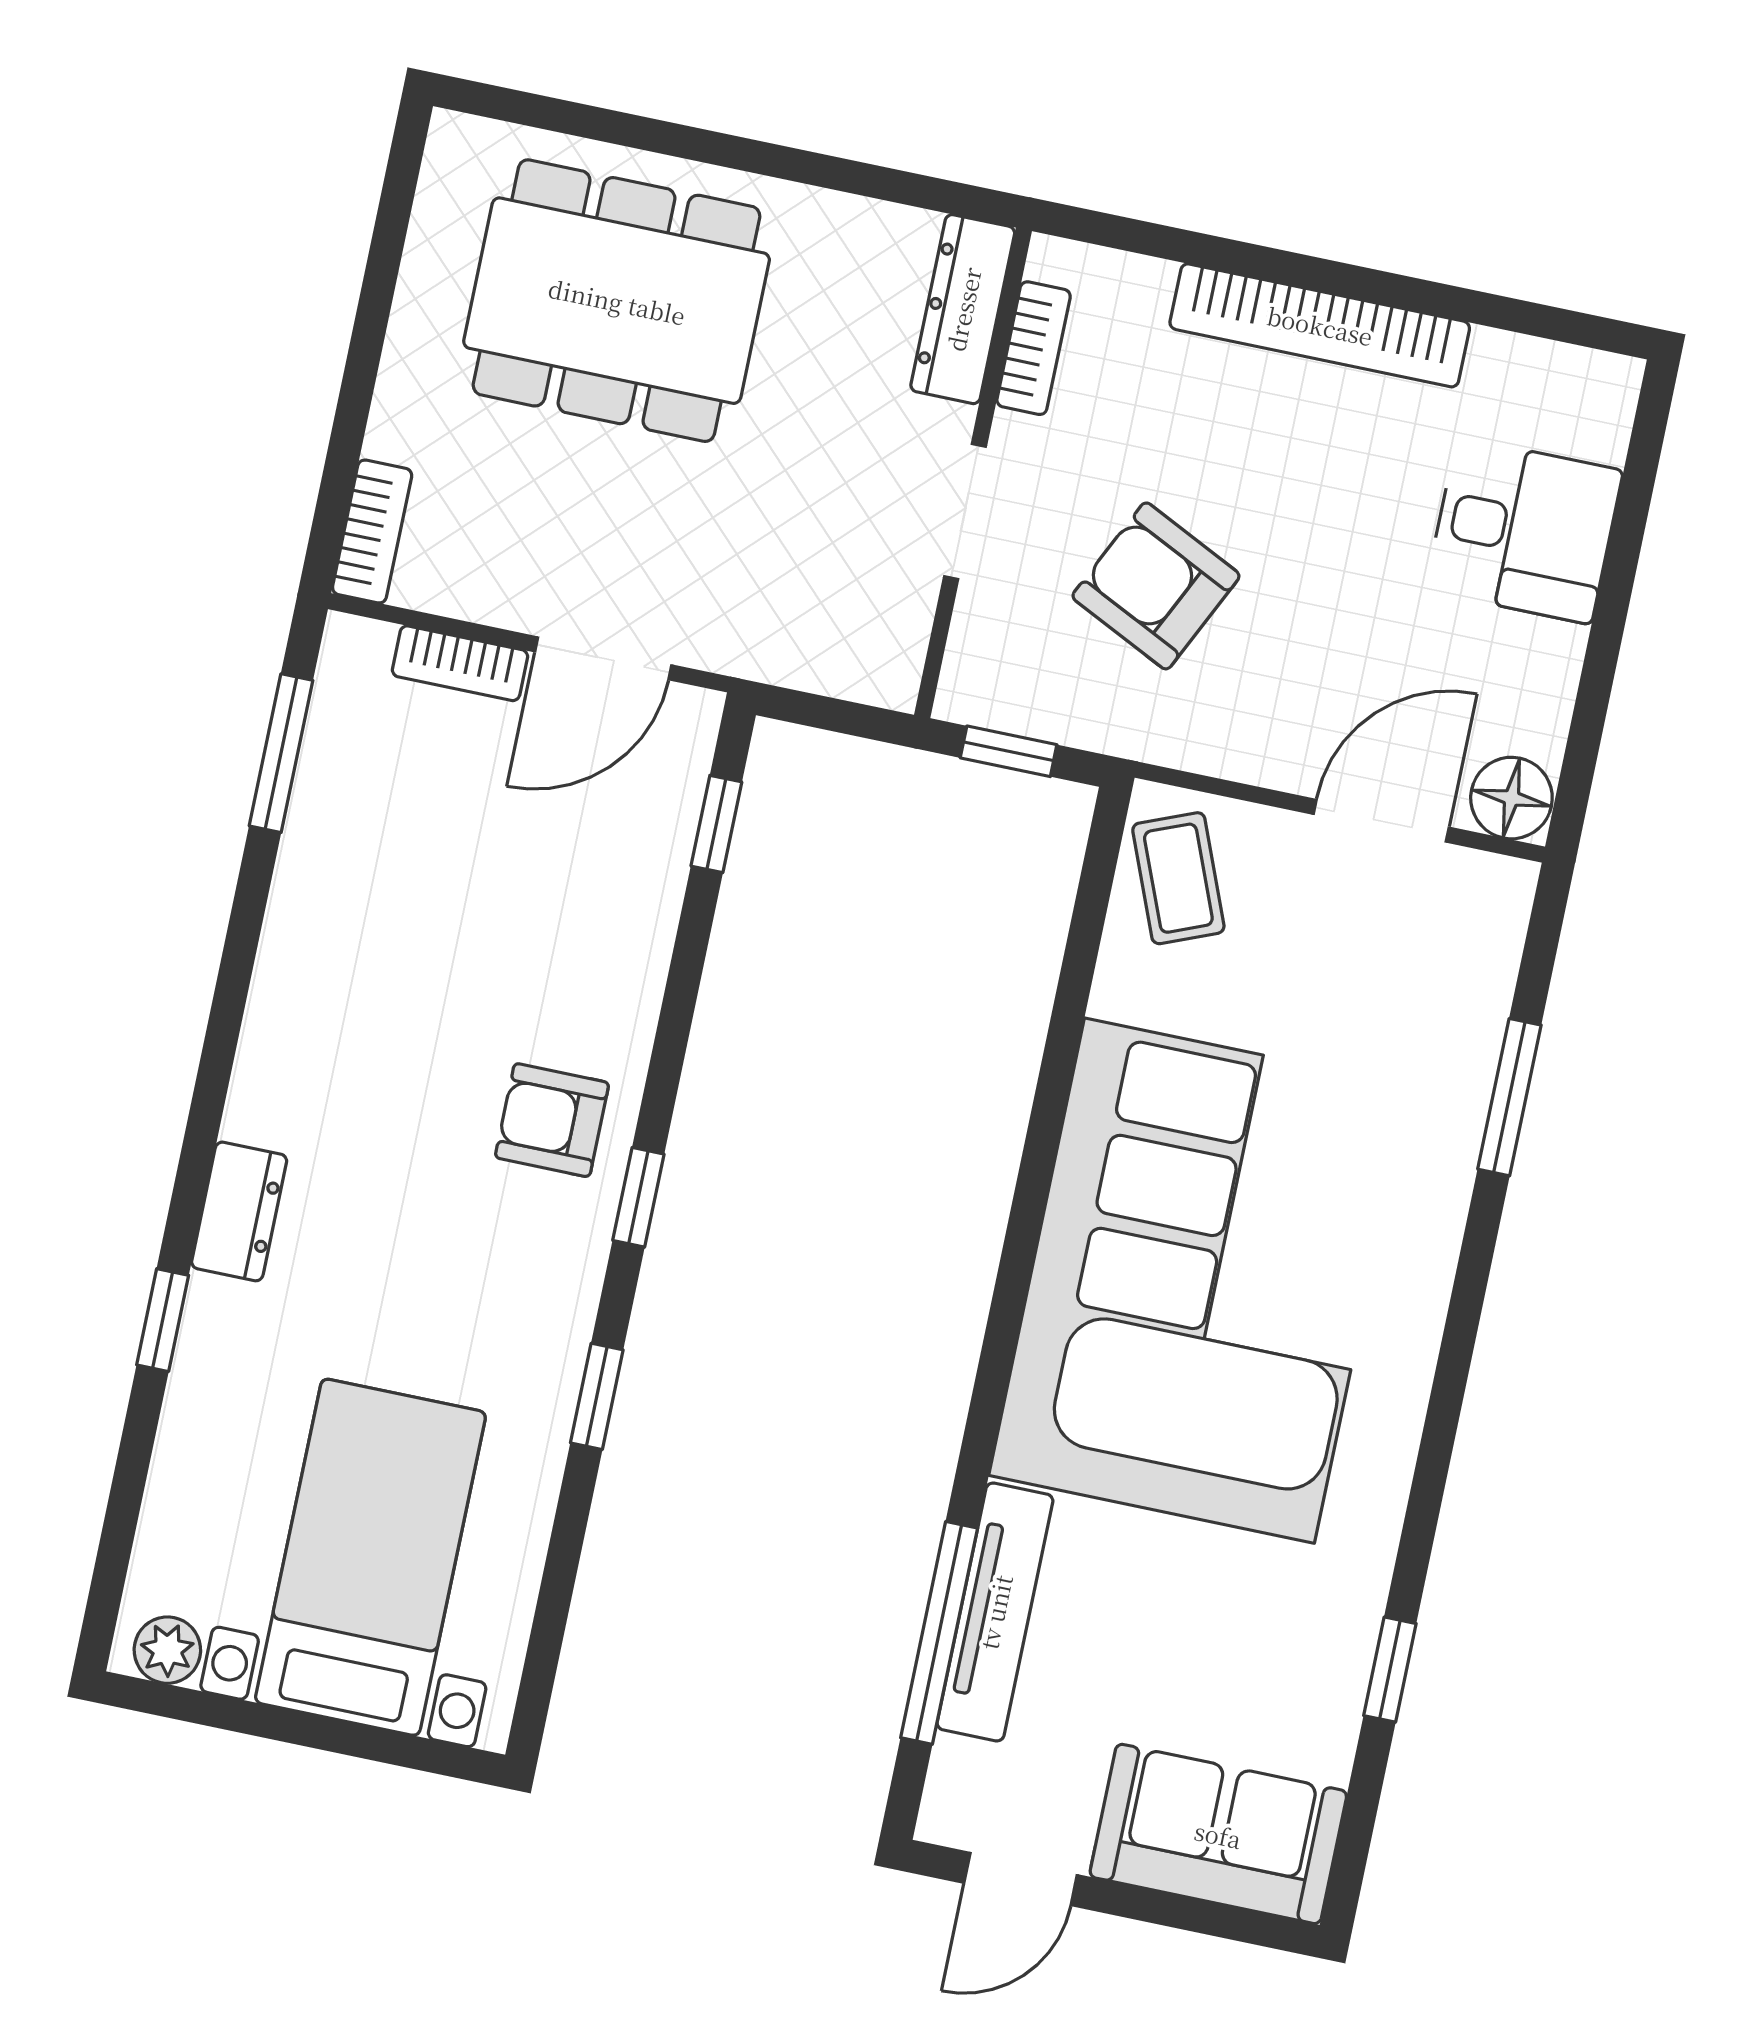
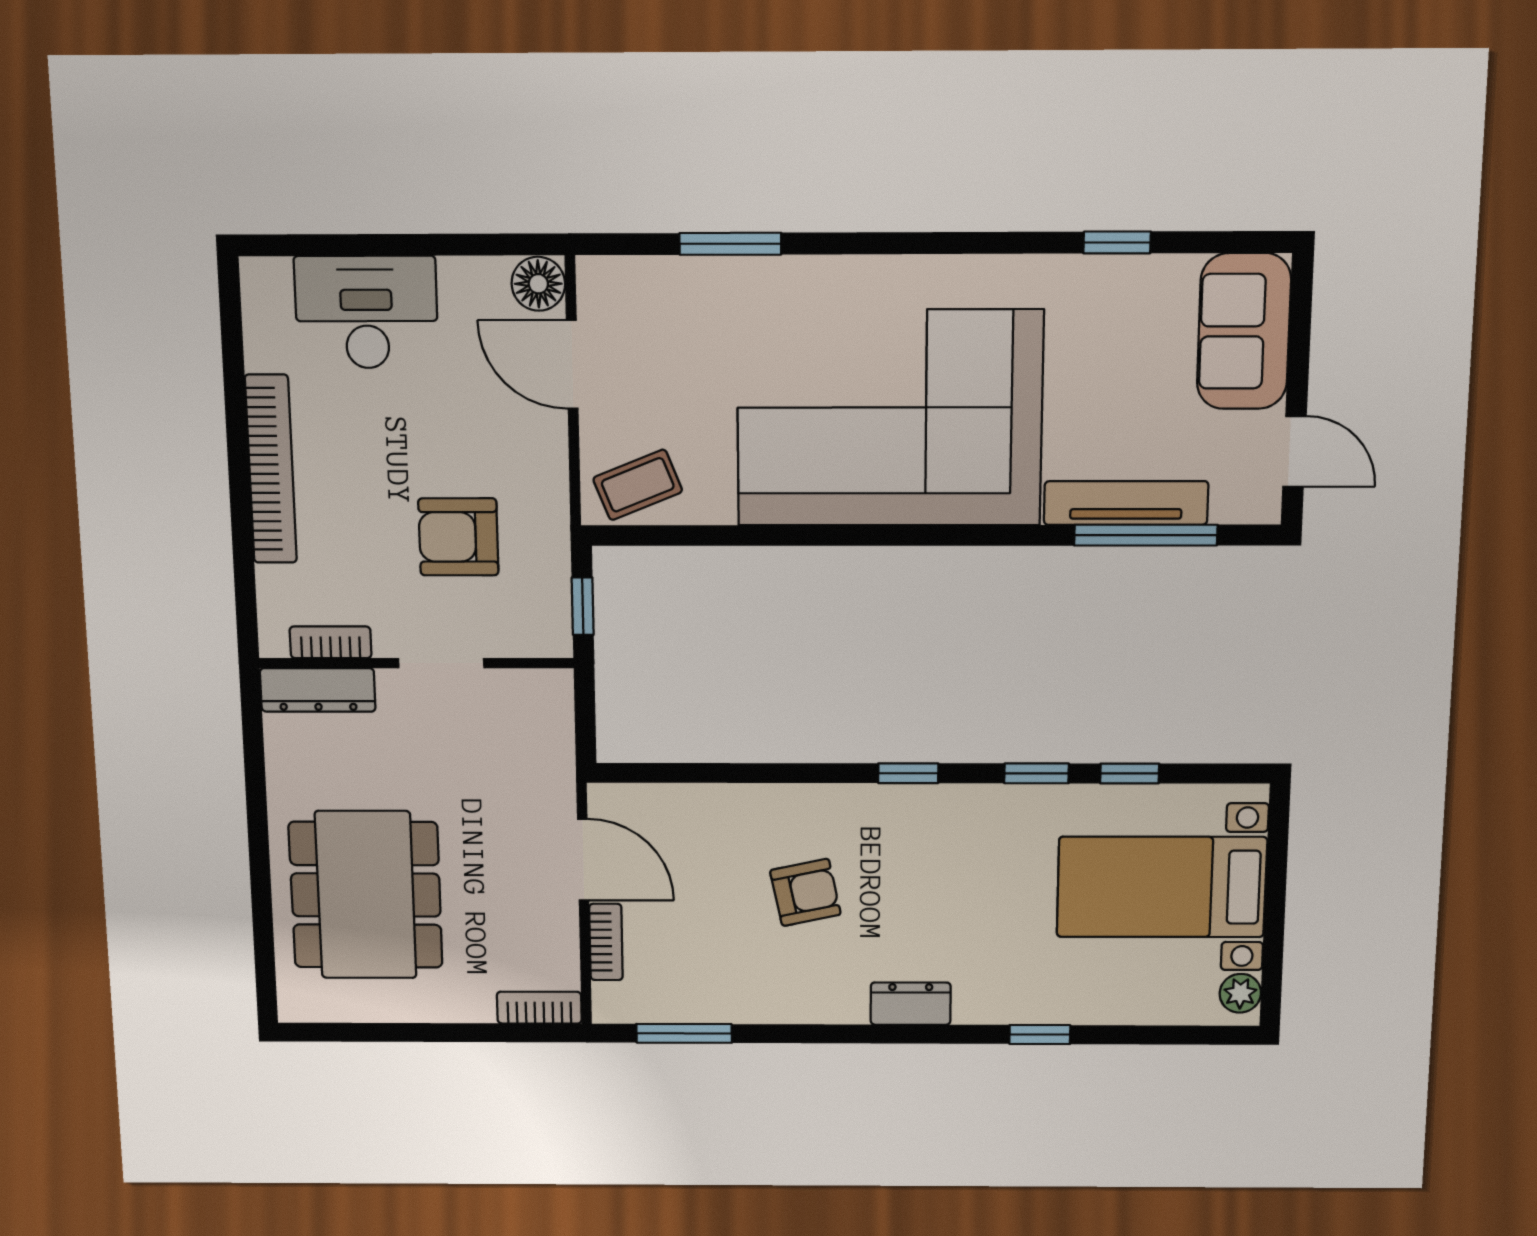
desk: (1524, 530) -> (366, 312), width x1.37
armchair: (1156, 586) -> (458, 537), turned 64
window: (716, 824) -> (1130, 773), moved
armchair: (552, 1120) -> (805, 892), moved, turned -102
dresser: (239, 1211) -> (911, 1004), moved

